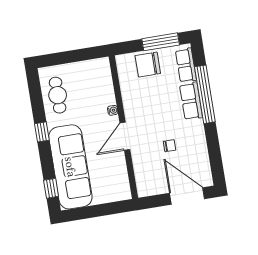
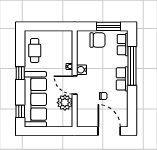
chair: (148, 65) -> (98, 40), turned 180
row of seats: (191, 101) -> (122, 79), moved
water cooler: (131, 112) -> (82, 70), added
door: (125, 136) -> (75, 85), hinge flipped
plant: (115, 165) -> (65, 103), added

